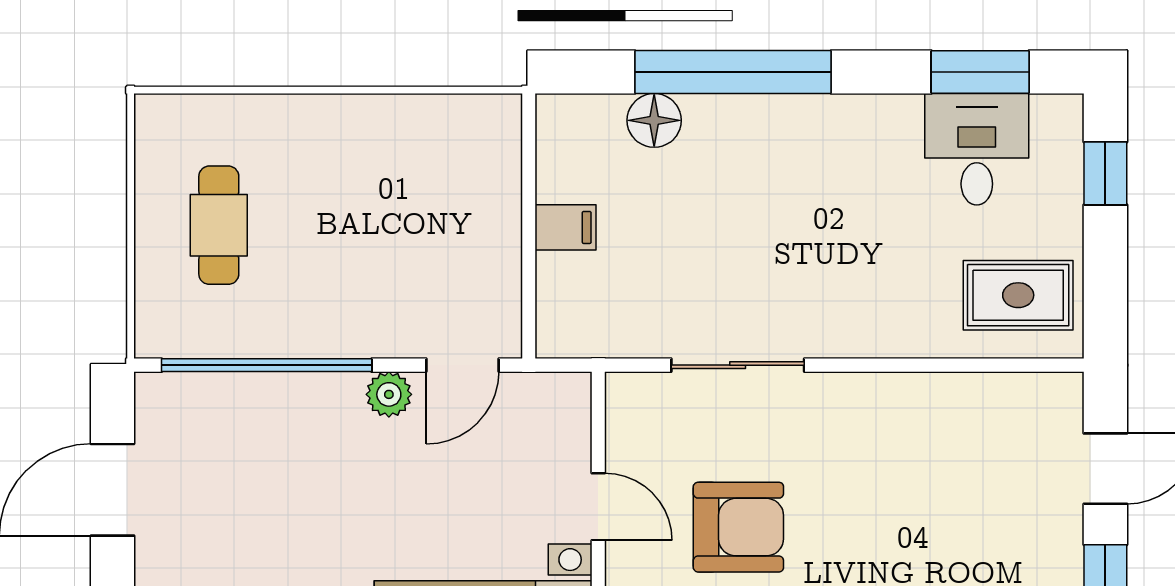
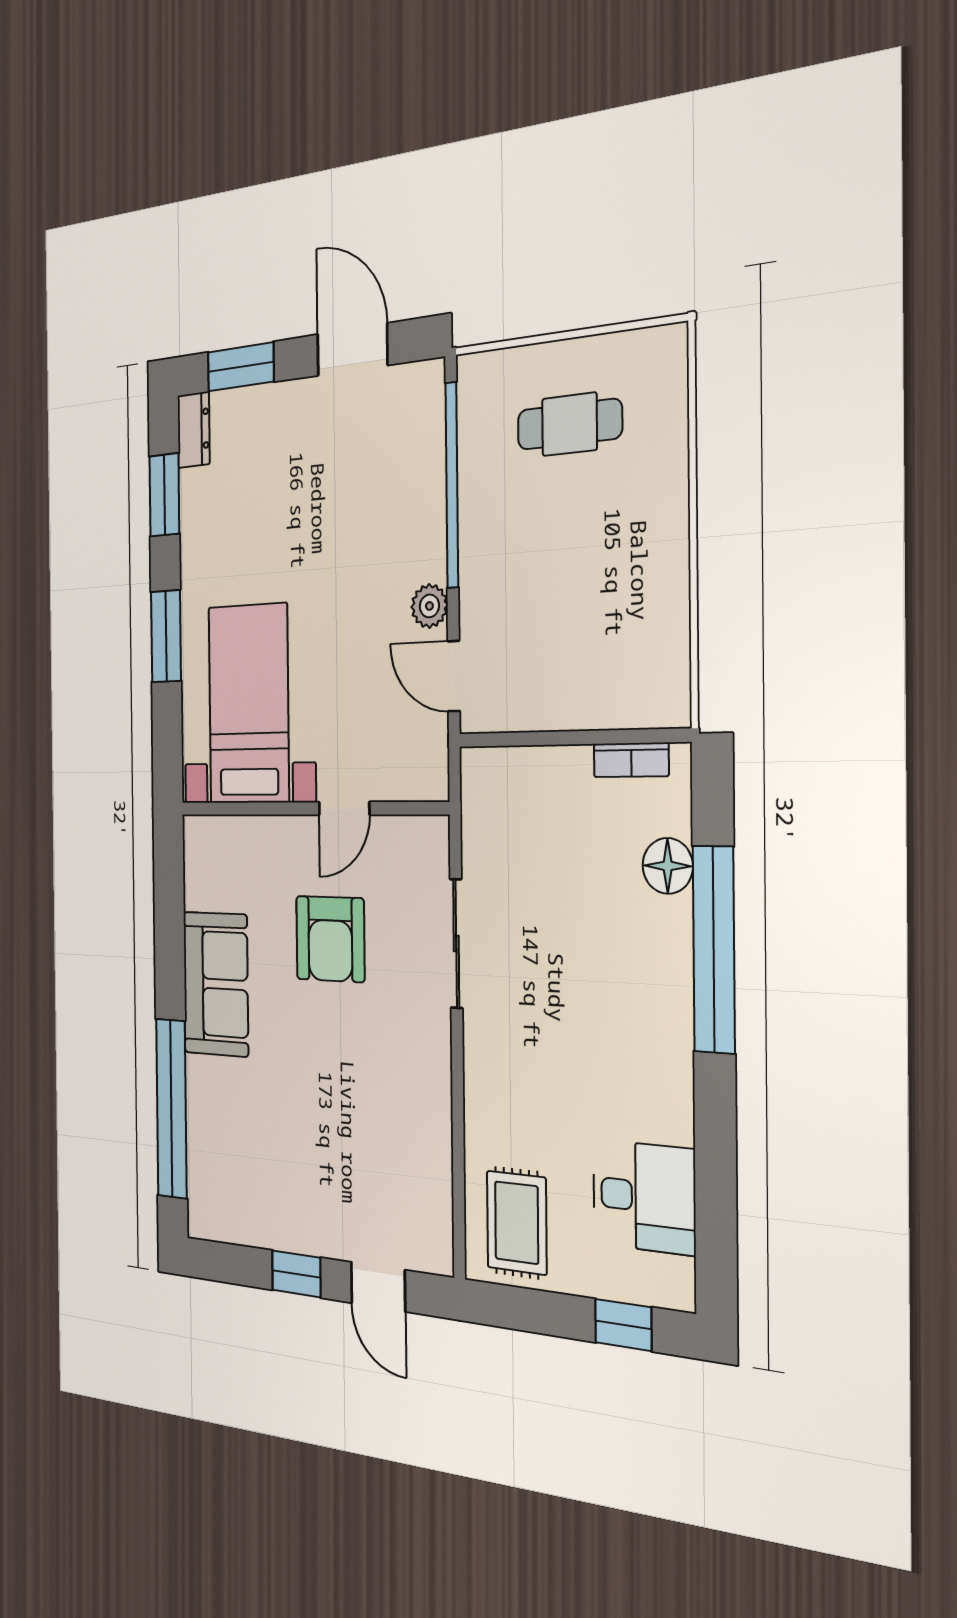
window: (980, 72) -> (716, 1208), removed
bookcase: (552, 159) -> (631, 760), added
filing cabinet: (565, 227) -> (571, 775), removed

